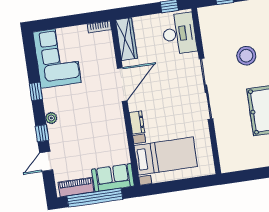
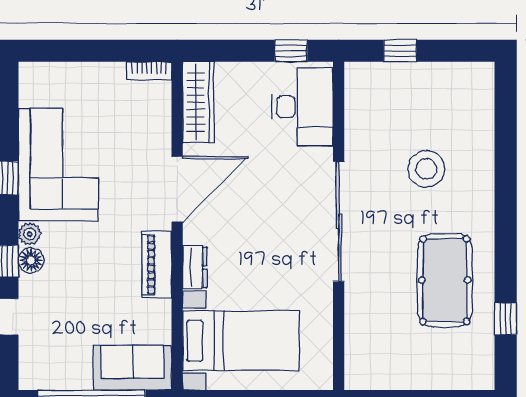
corner sofa: (57, 57) -> (58, 165), moved
floor lamp: (54, 131) -> (31, 260), added
piano: (76, 187) -> (157, 265), moved, turned -90

